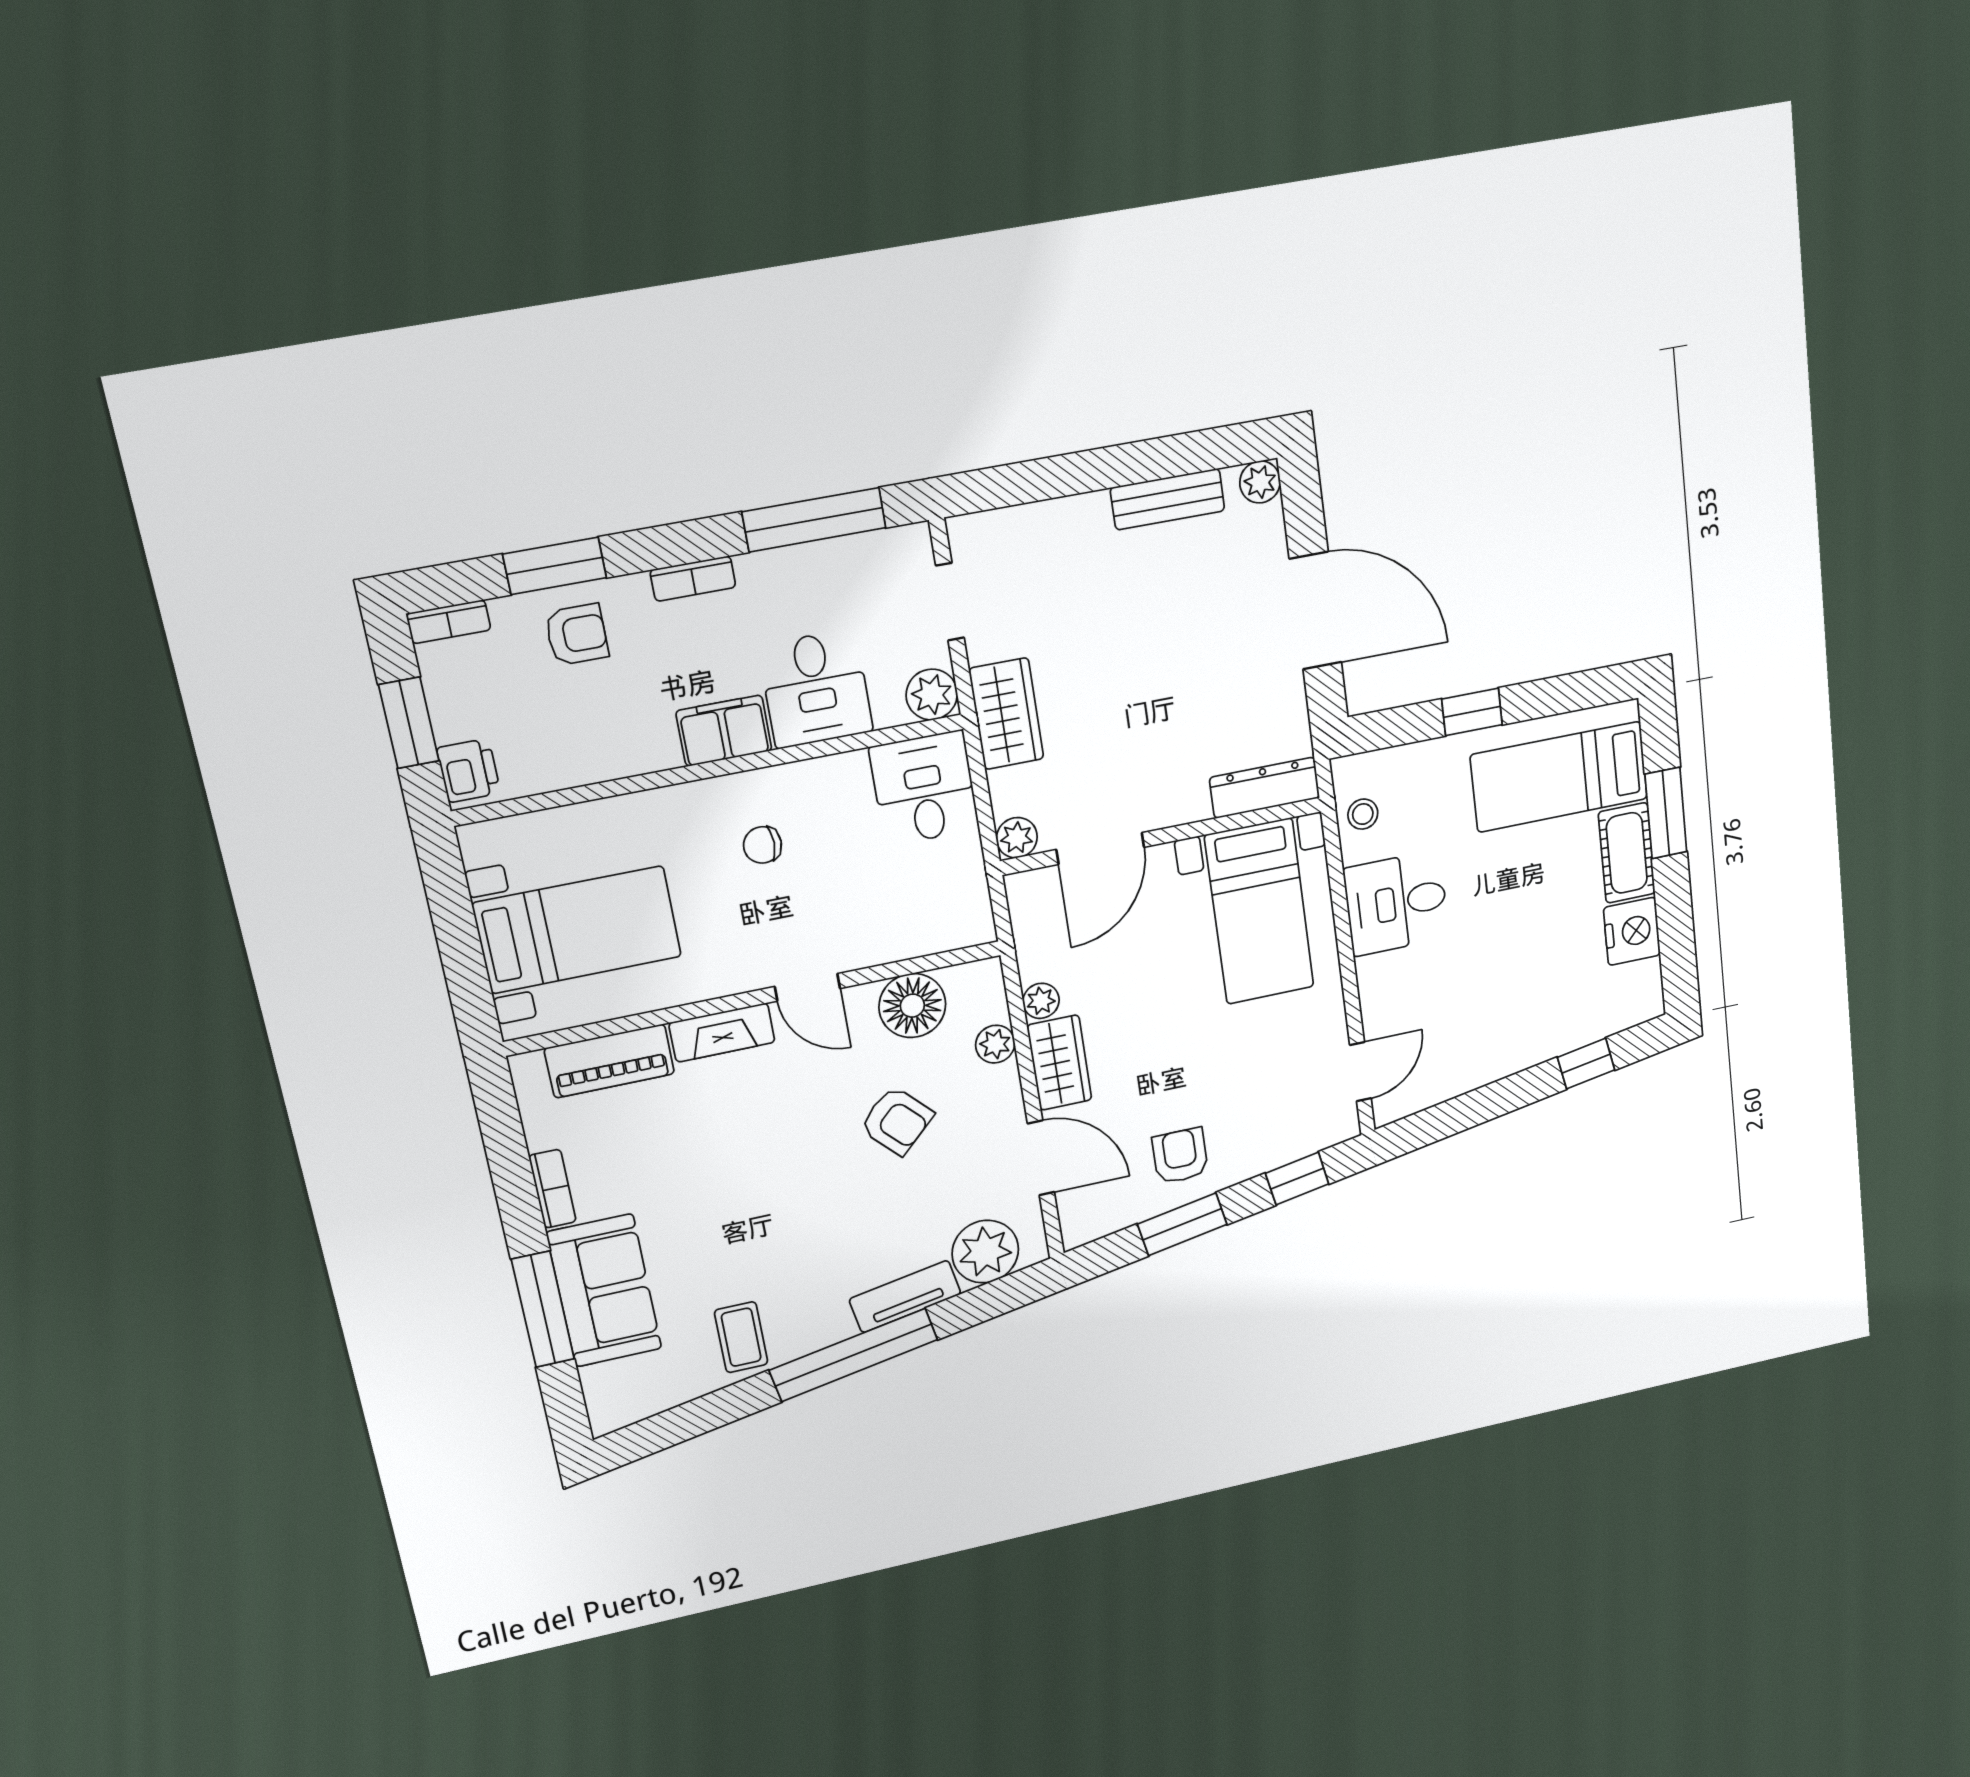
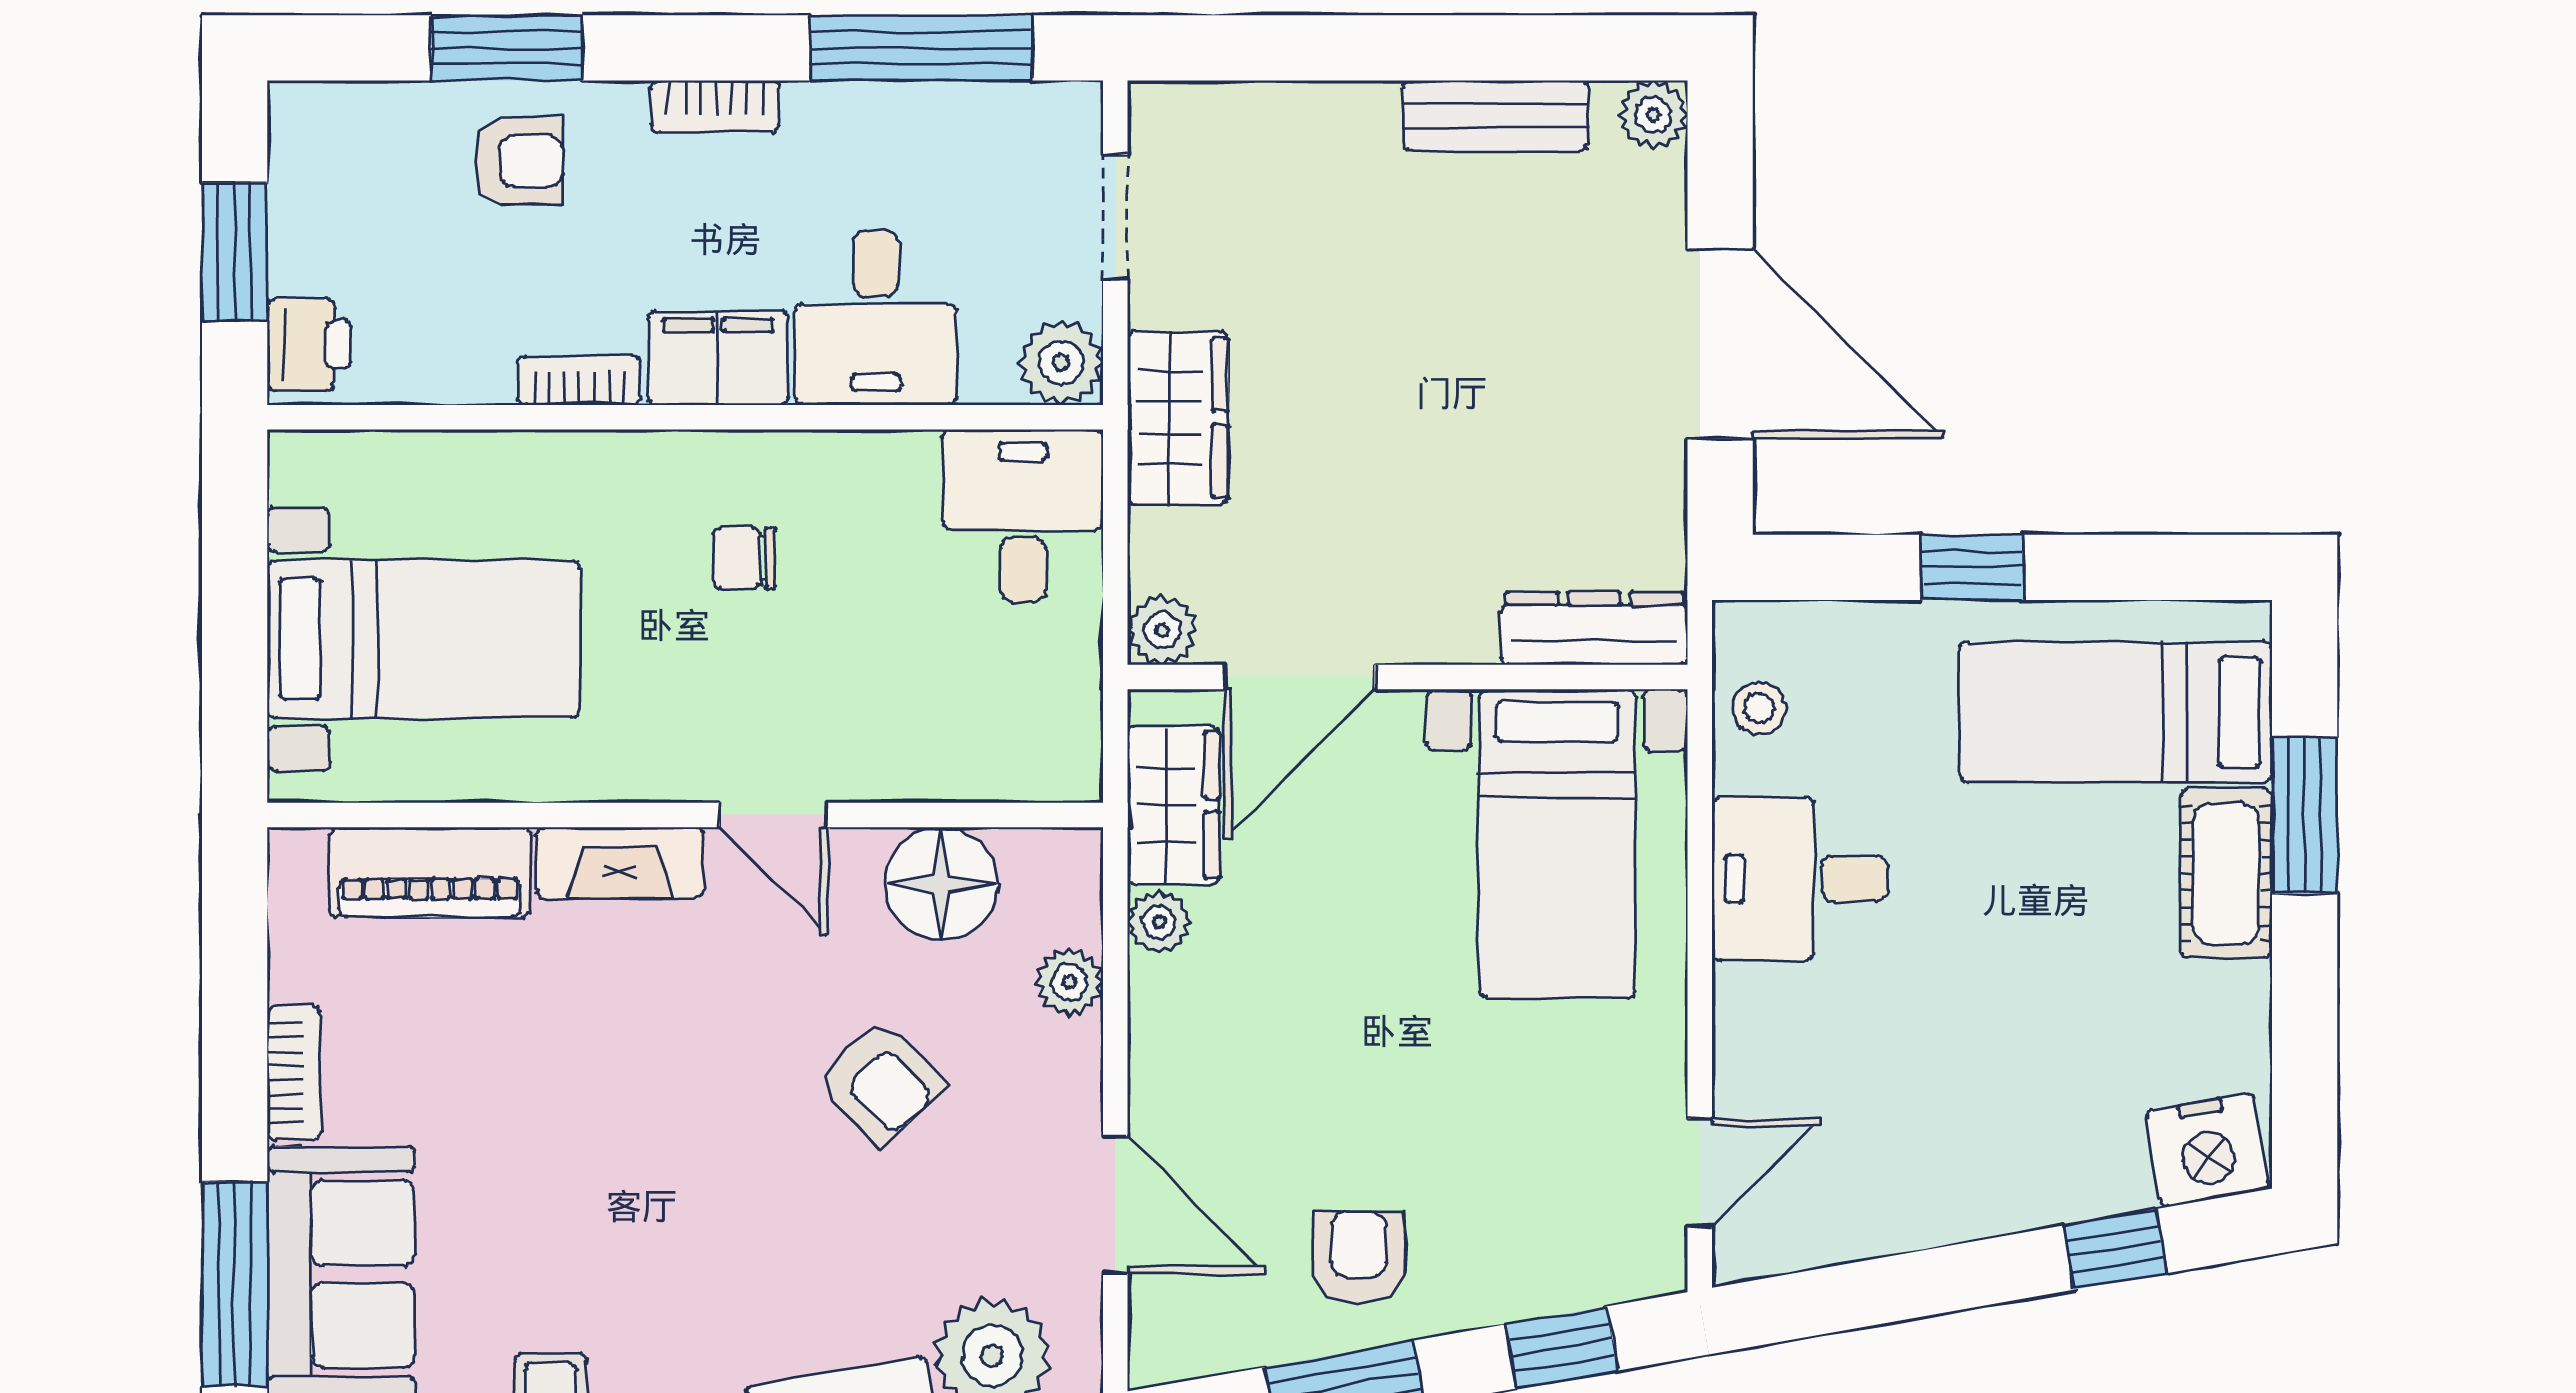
bookcase: (449, 622) -> (579, 380), moved, turned 180
nightstand: (1632, 931) -> (2207, 1150), moved, turned 80
wardrobe: (1059, 1063) -> (1173, 805), moved

